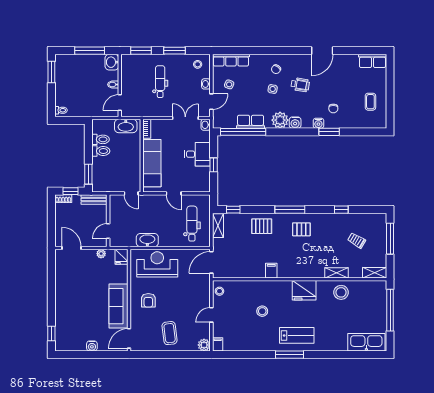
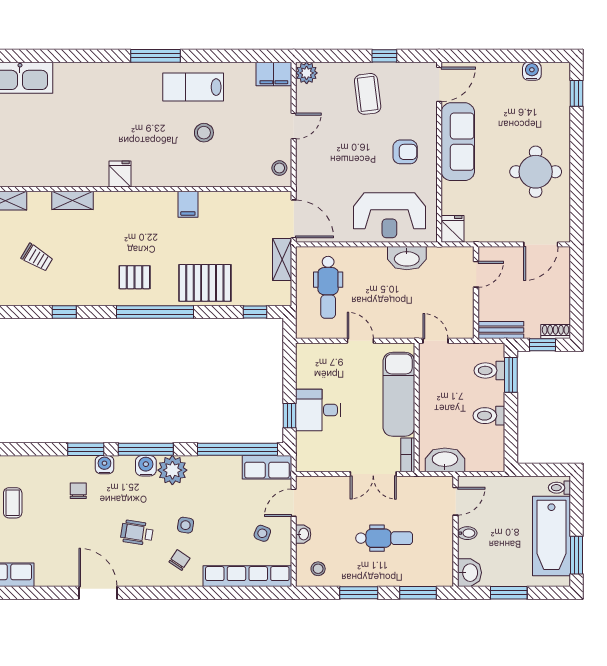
window: (90, 51) -> (509, 593), width x0.69
door: (322, 51) -> (98, 593), hinge flipped
row of seats: (231, 60) -> (247, 576), width x1.36
dental chair: (160, 82) -> (384, 538), turned -90
bathtub: (65, 83) -> (551, 536), added
double door: (185, 118) -> (373, 474), moved
row of seats: (251, 122) -> (267, 467), moved
washbasin: (206, 125) -> (304, 462), removed
window: (295, 132) -> (146, 449), added
toilet: (101, 139) -> (489, 371), moved
window: (214, 165) -> (290, 416), moved
window: (290, 210) -> (155, 312), width x1.46
shelving: (218, 226) -> (282, 259), moved
pallet: (262, 226) -> (205, 283), width x1.50, depth x1.42
door: (71, 248) -> (541, 244), hinge flipped
plant: (101, 254) -> (488, 234), removed
door: (211, 262) -> (294, 219), hinge flipped
round table: (74, 289) -> (536, 172), added
fridge: (304, 290) -> (120, 174), width x0.53, depth x0.75
stool: (341, 292) -> (65, 166), removed
armchair: (148, 300) -> (405, 152), turned 90
lab bench: (297, 335) -> (193, 87), moved
filing cabinet: (218, 344) -> (274, 74), width x2.00
water cooler: (92, 346) -> (532, 71), moved
window: (160, 355) -> (384, 56), added

